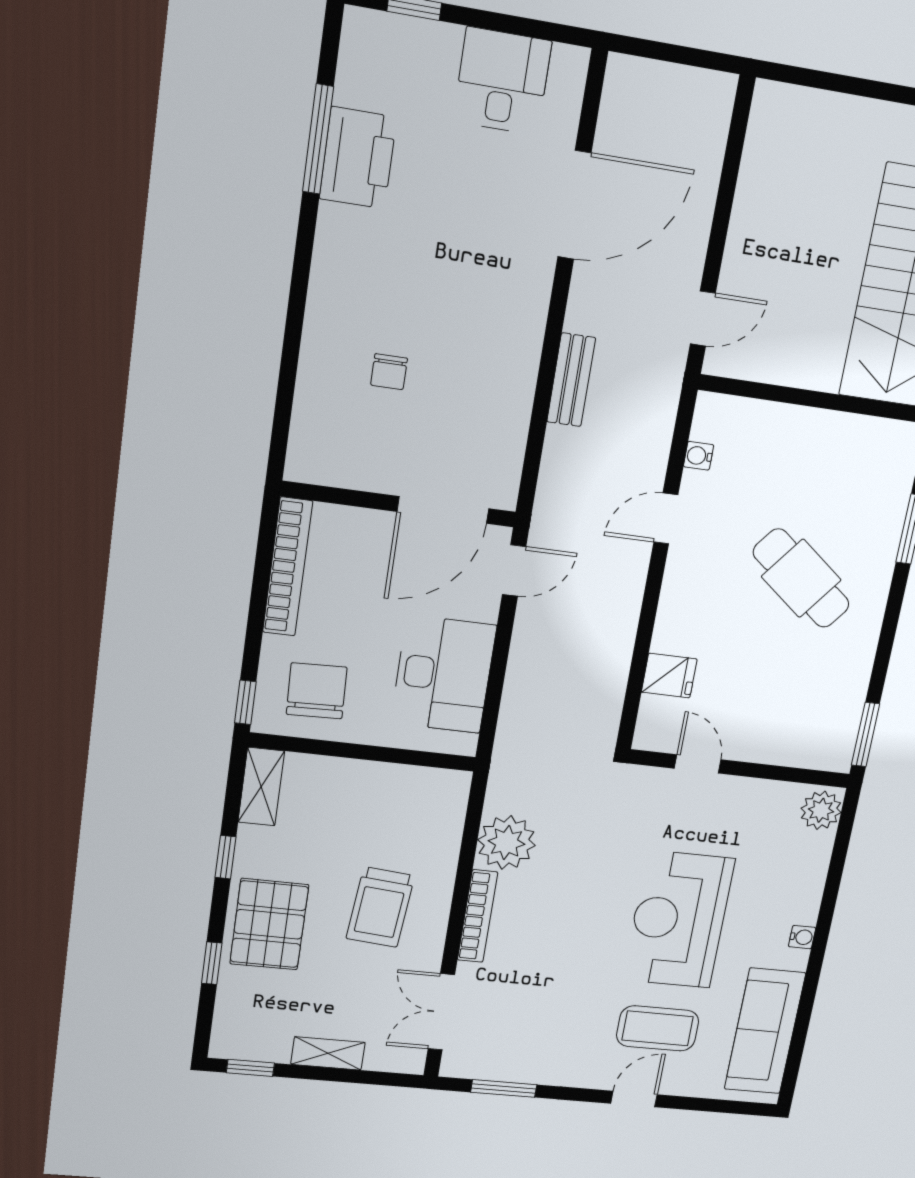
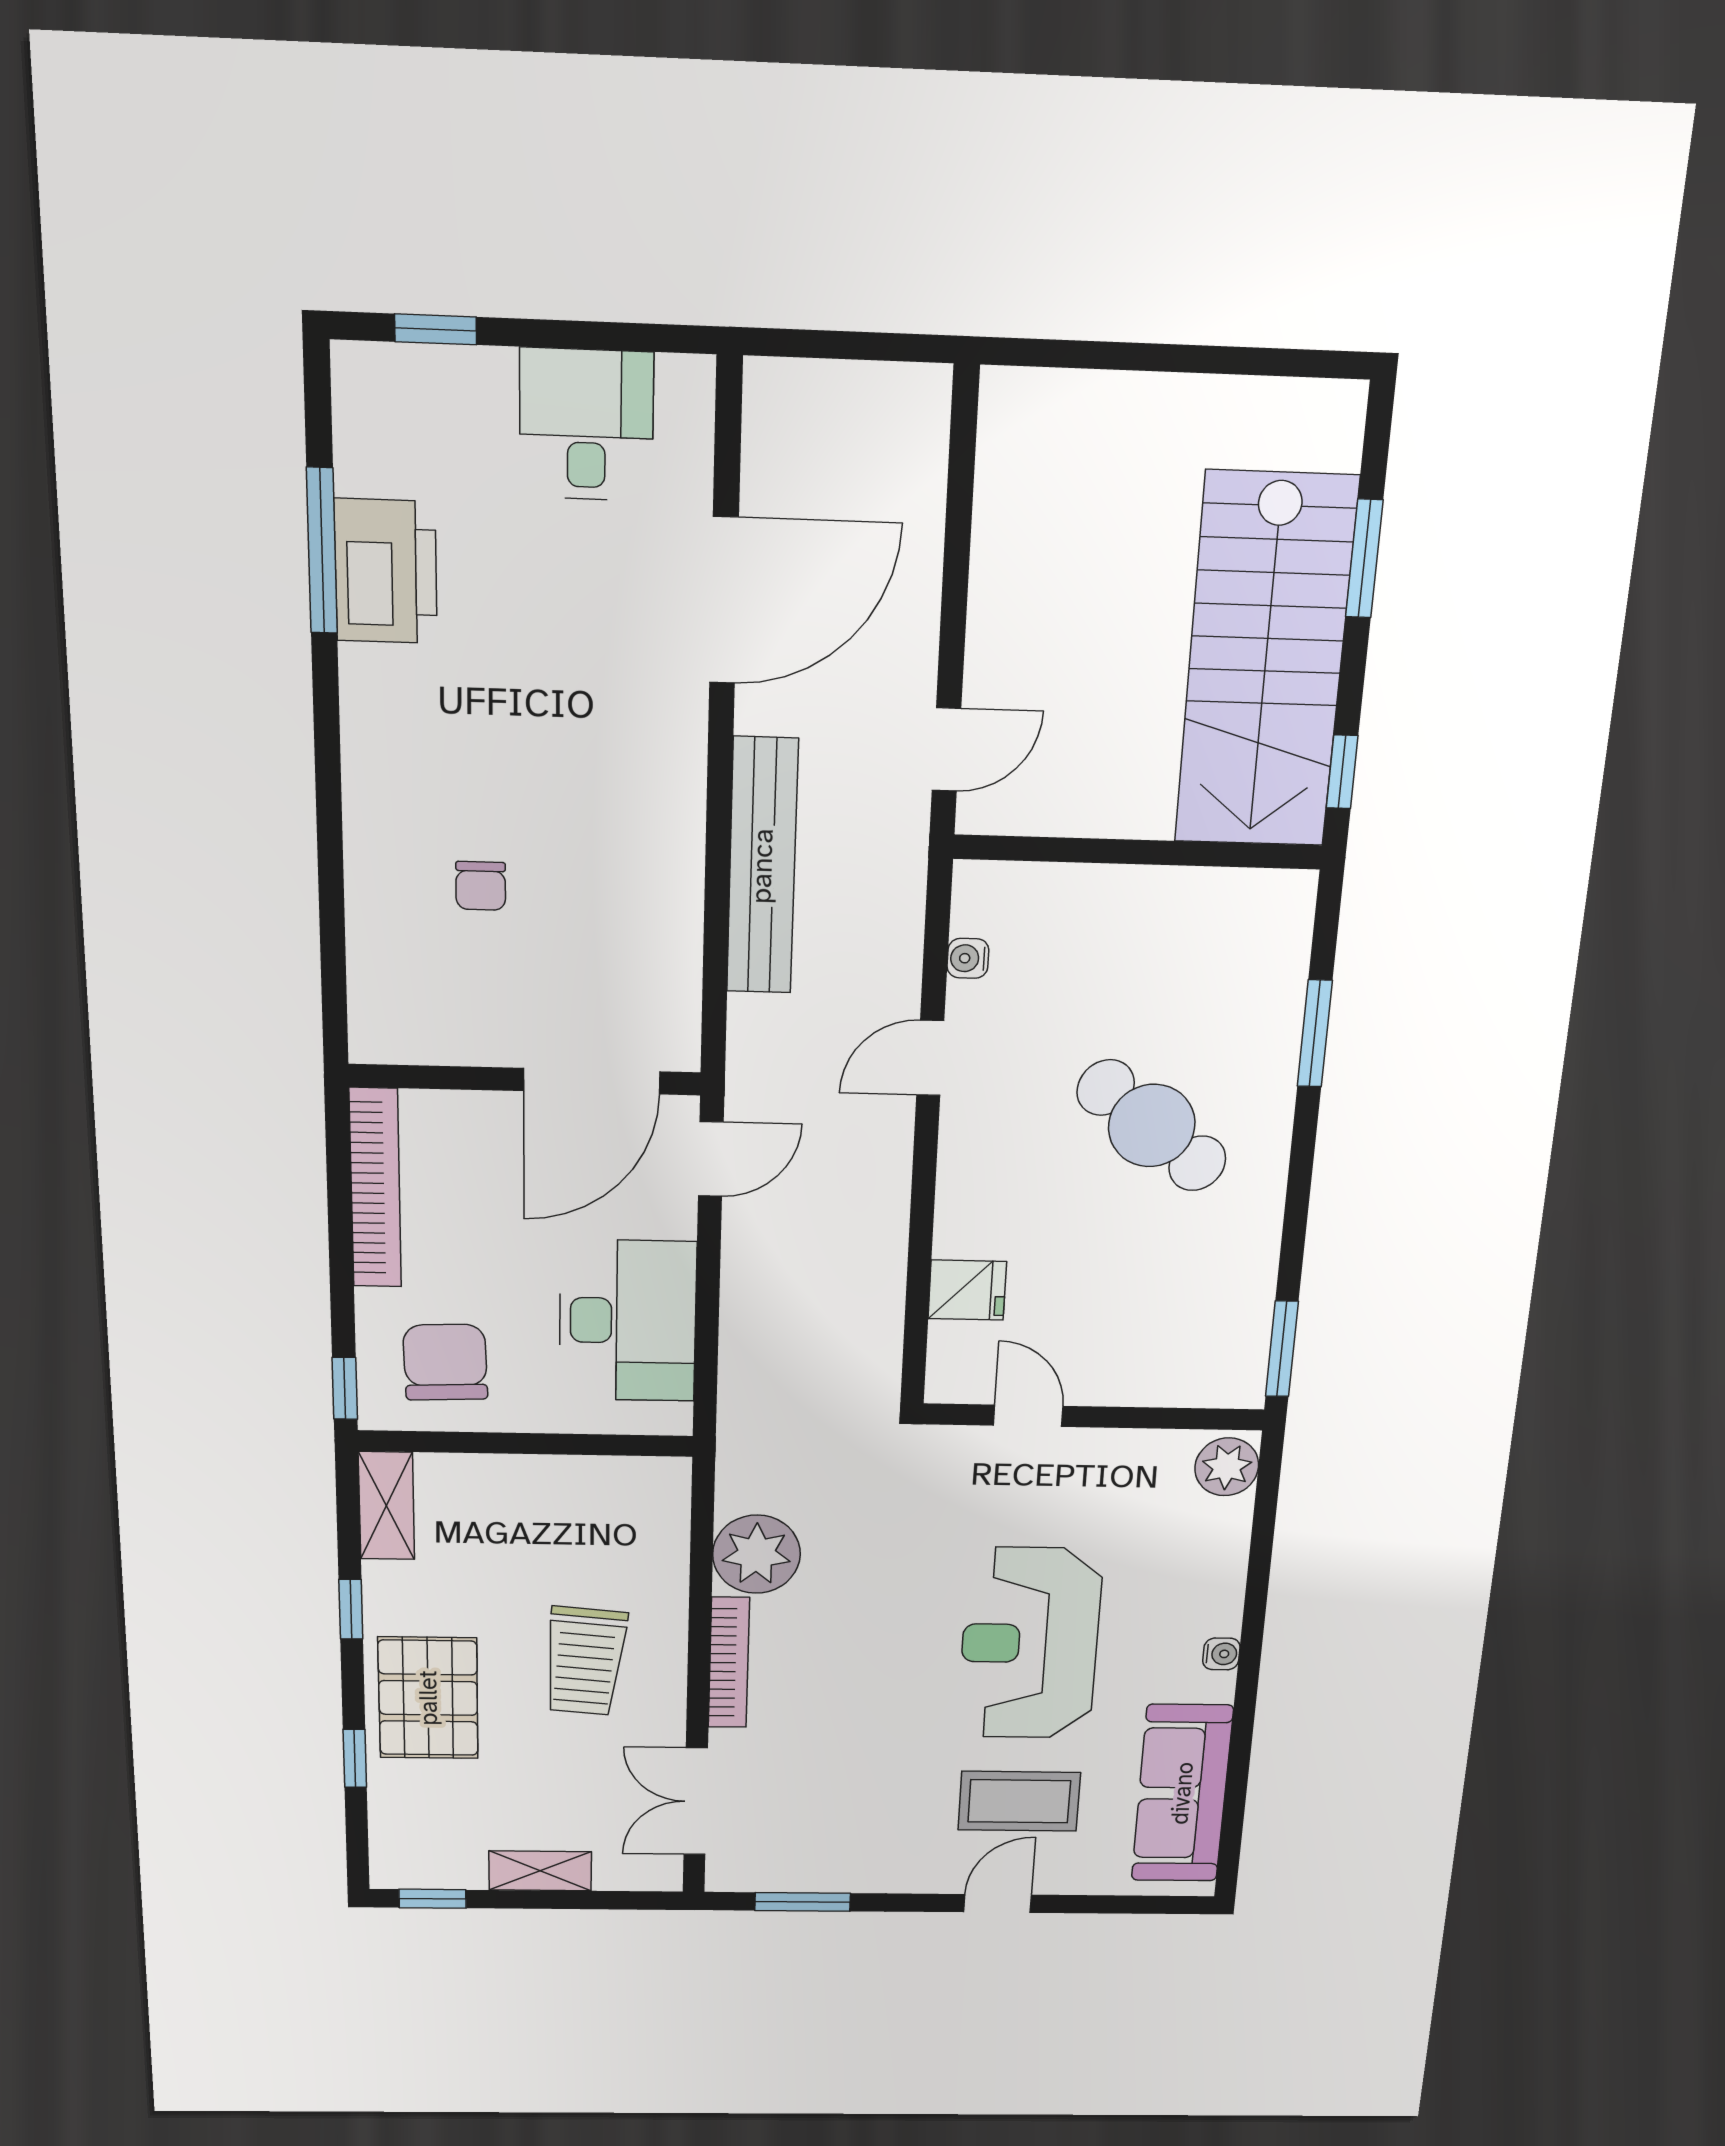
bench: (571, 380) -> (762, 866), width x1.86, depth x1.21

